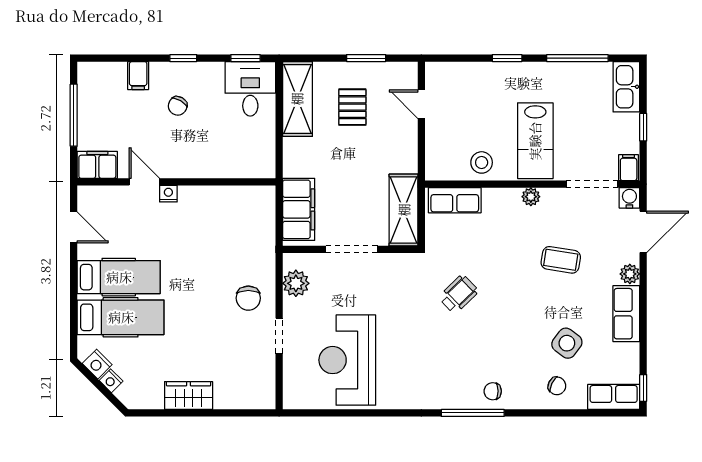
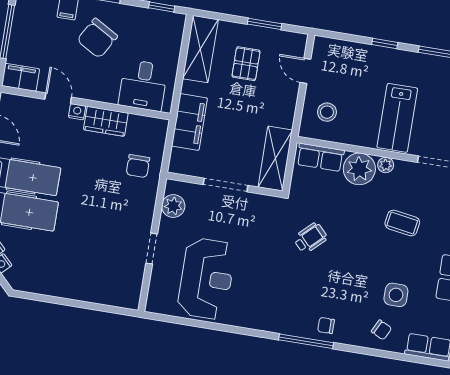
desk: (250, 89) -> (143, 85), moved, turned 180
chair: (178, 106) -> (97, 38), width x1.87, depth x1.87
stool: (482, 162) -> (327, 112), moved
plant: (501, 206) -> (359, 169), added
filing cabinet: (299, 209) -> (189, 122), moved
chair: (248, 298) -> (138, 166), moved
side table: (567, 343) -> (396, 295), turned -37
reception desk: (347, 360) -> (206, 279), turned 180
wardrobe: (189, 395) -> (106, 121), moved, turned 180

